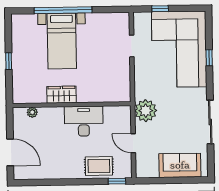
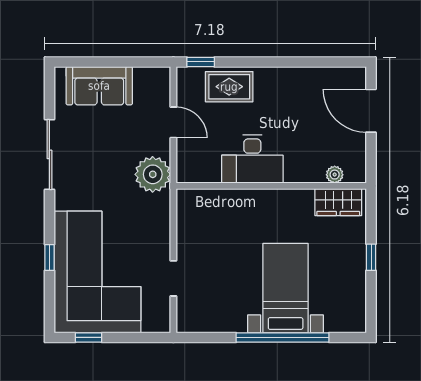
window: (160, 9) -> (89, 337), moved
wardrobe: (62, 95) -> (338, 202), moved

